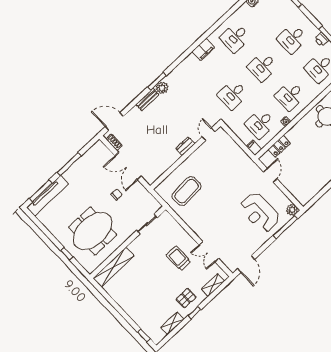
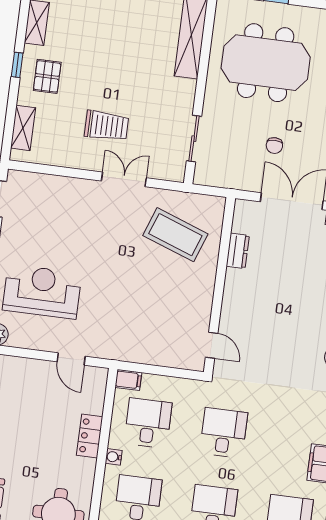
dresser: (185, 146) -> (238, 251), moved
locker: (279, 146) -> (90, 436), moved
coffee table: (187, 191) -> (175, 235), turned -67
meeting table: (93, 231) -> (266, 63), turned 90
double door: (209, 252) -> (124, 179), moved

